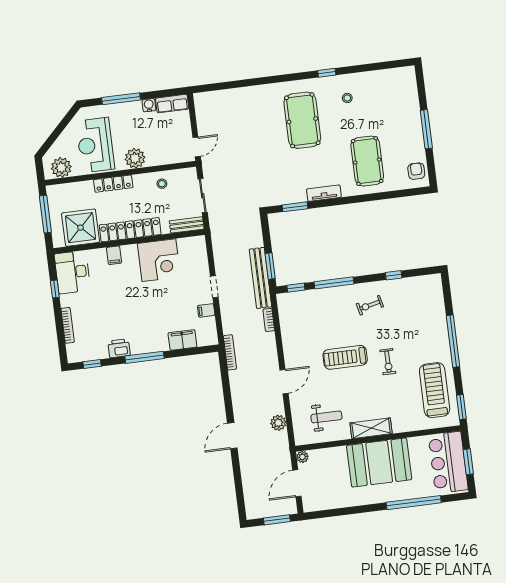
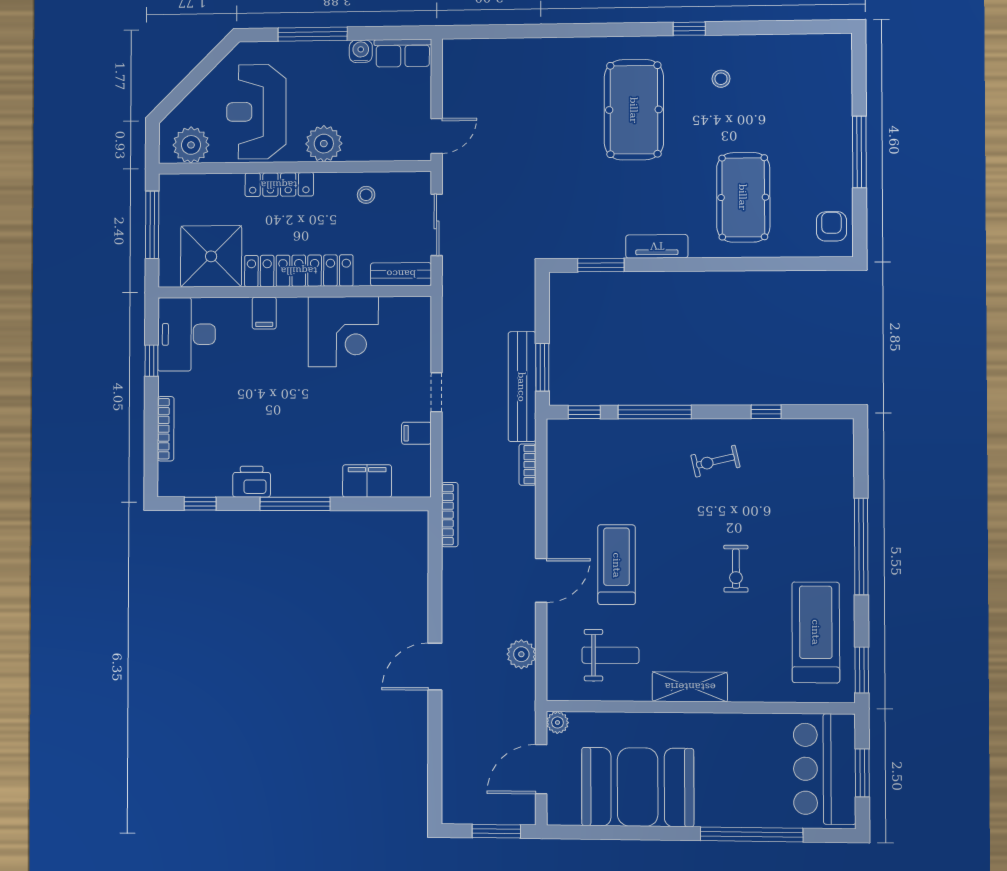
treadmill: (345, 357) -> (617, 565), moved, turned 90
booth: (379, 463) -> (638, 787), moved

